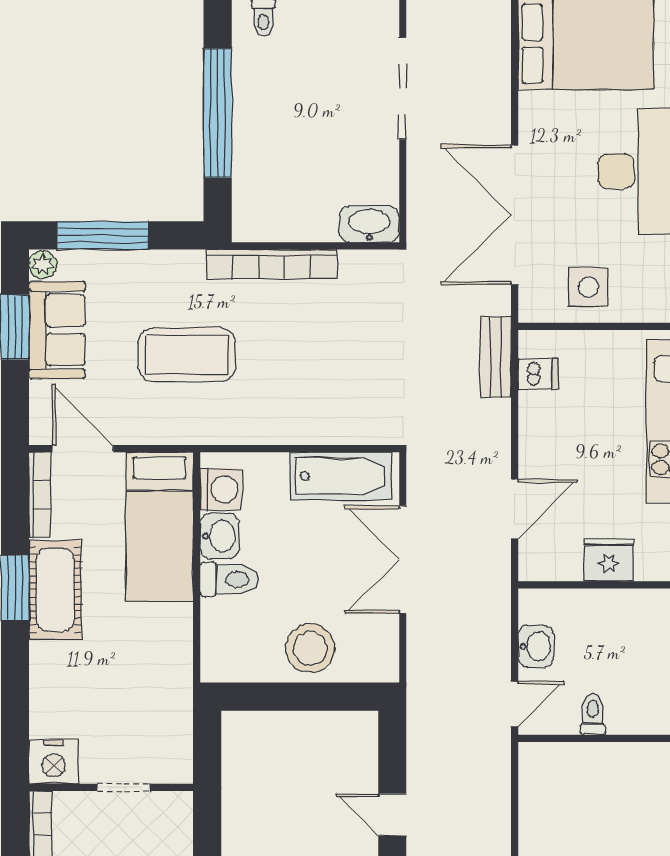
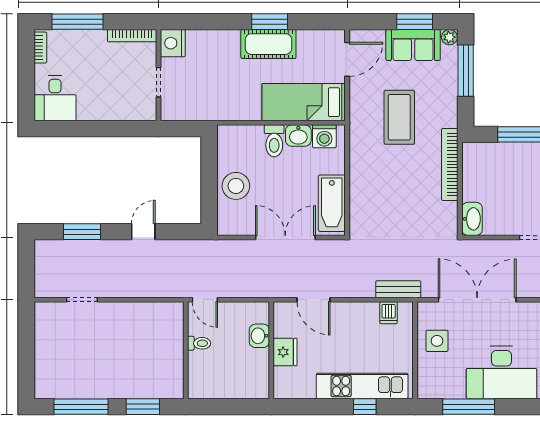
bookcase: (40, 495) -> (321, 36), removed
washbasin: (536, 646) -> (259, 336), moved, turned 90

